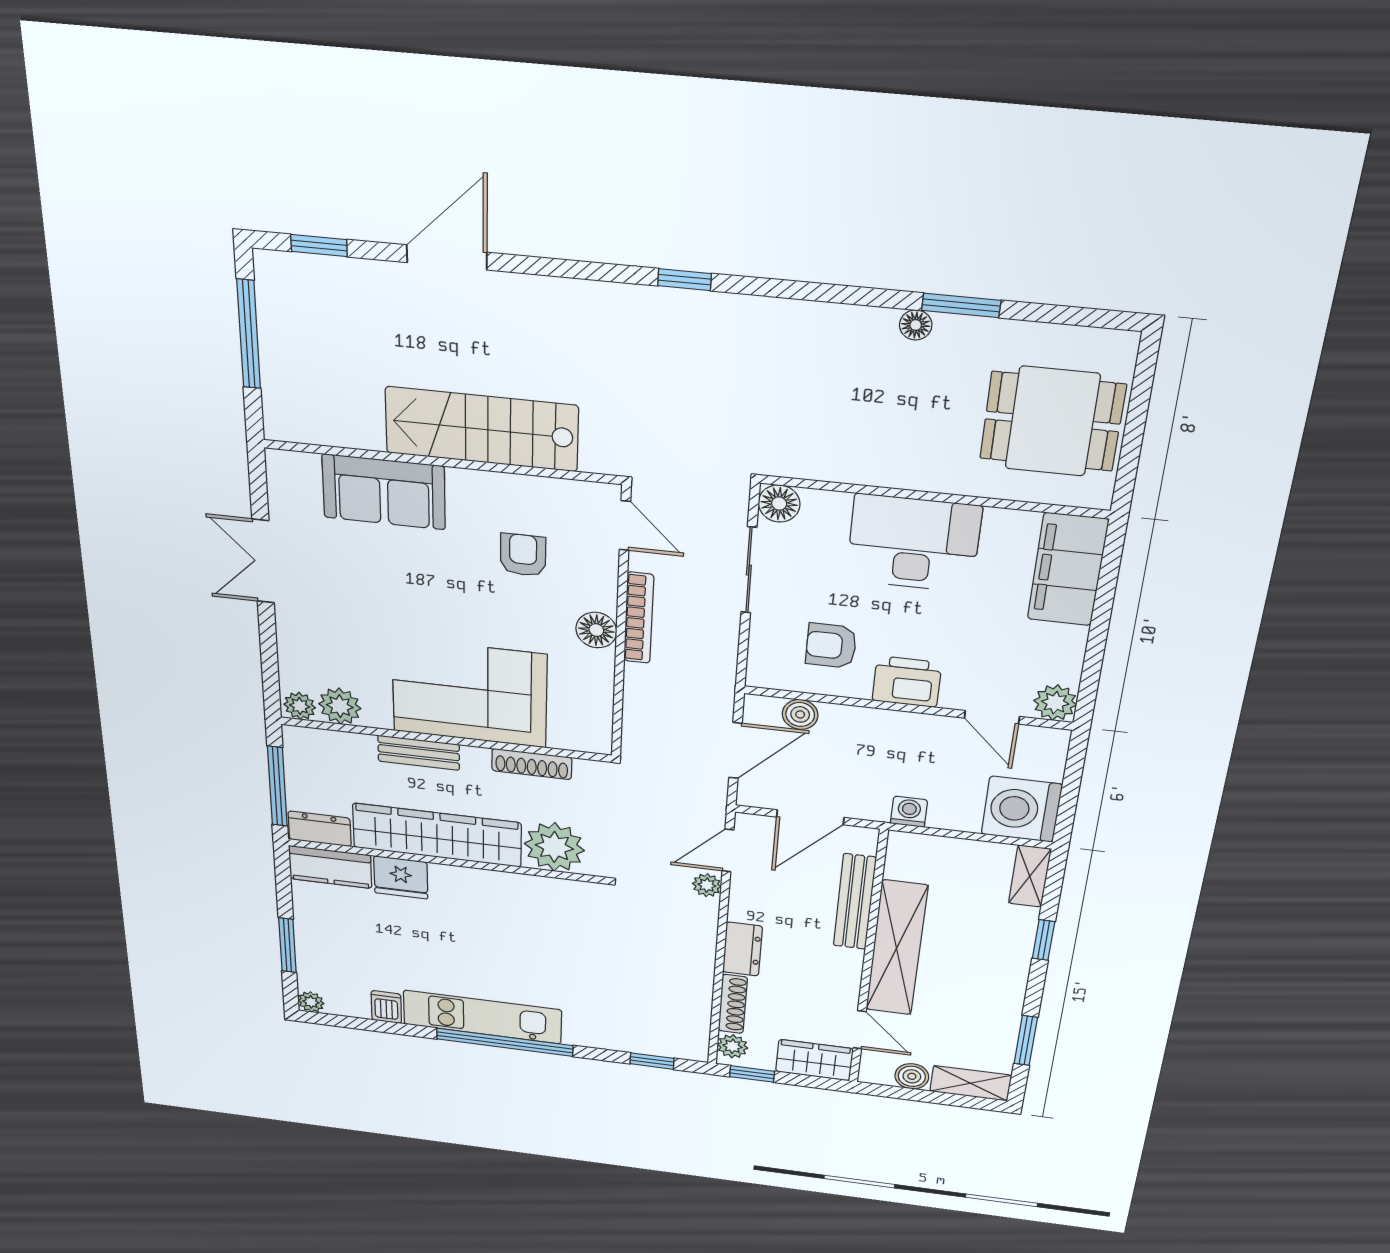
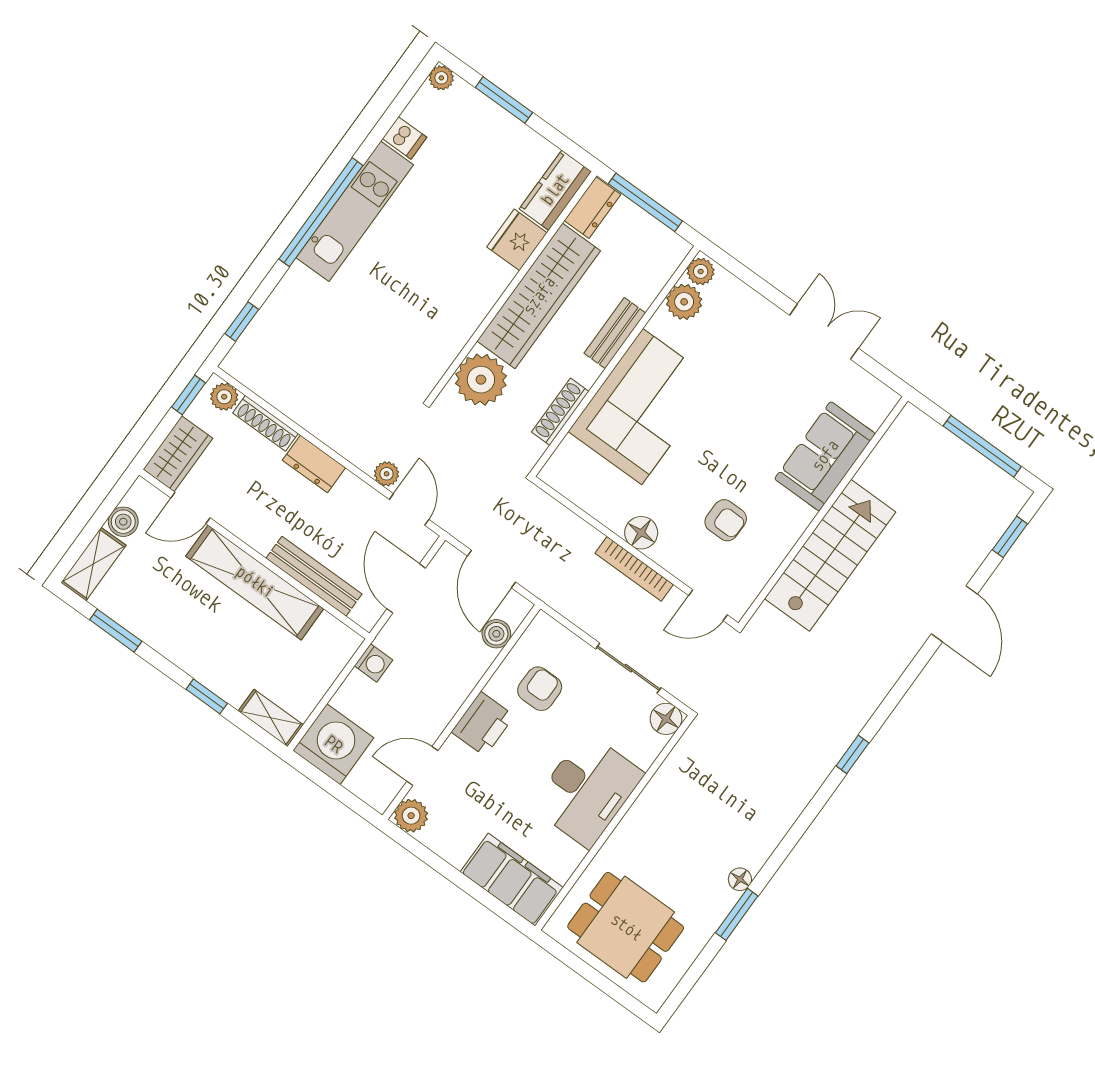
dining table: (1052, 421) -> (626, 927), turned 90

